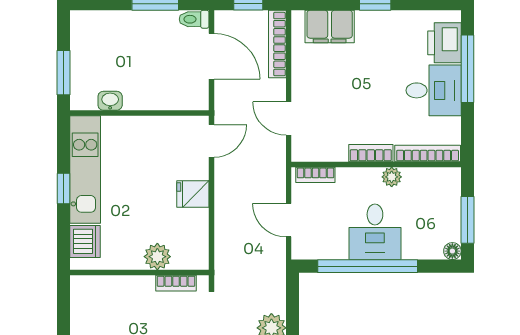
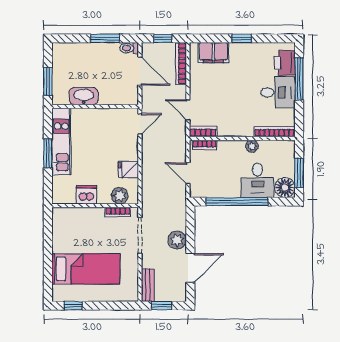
washbasin: (110, 101) -> (84, 96), width x1.91, depth x1.45
bookcase: (371, 153) -> (203, 131), moved
window: (64, 189) -> (48, 153), width x1.50
fridge: (193, 194) -> (128, 170), moved
desk: (375, 232) -> (257, 180), moved
dishwasher: (85, 241) -> (87, 195), moved, turned -90
floor lamp: (452, 251) -> (285, 188), width x1.89, depth x1.89
plant: (157, 257) -> (120, 196), moved

